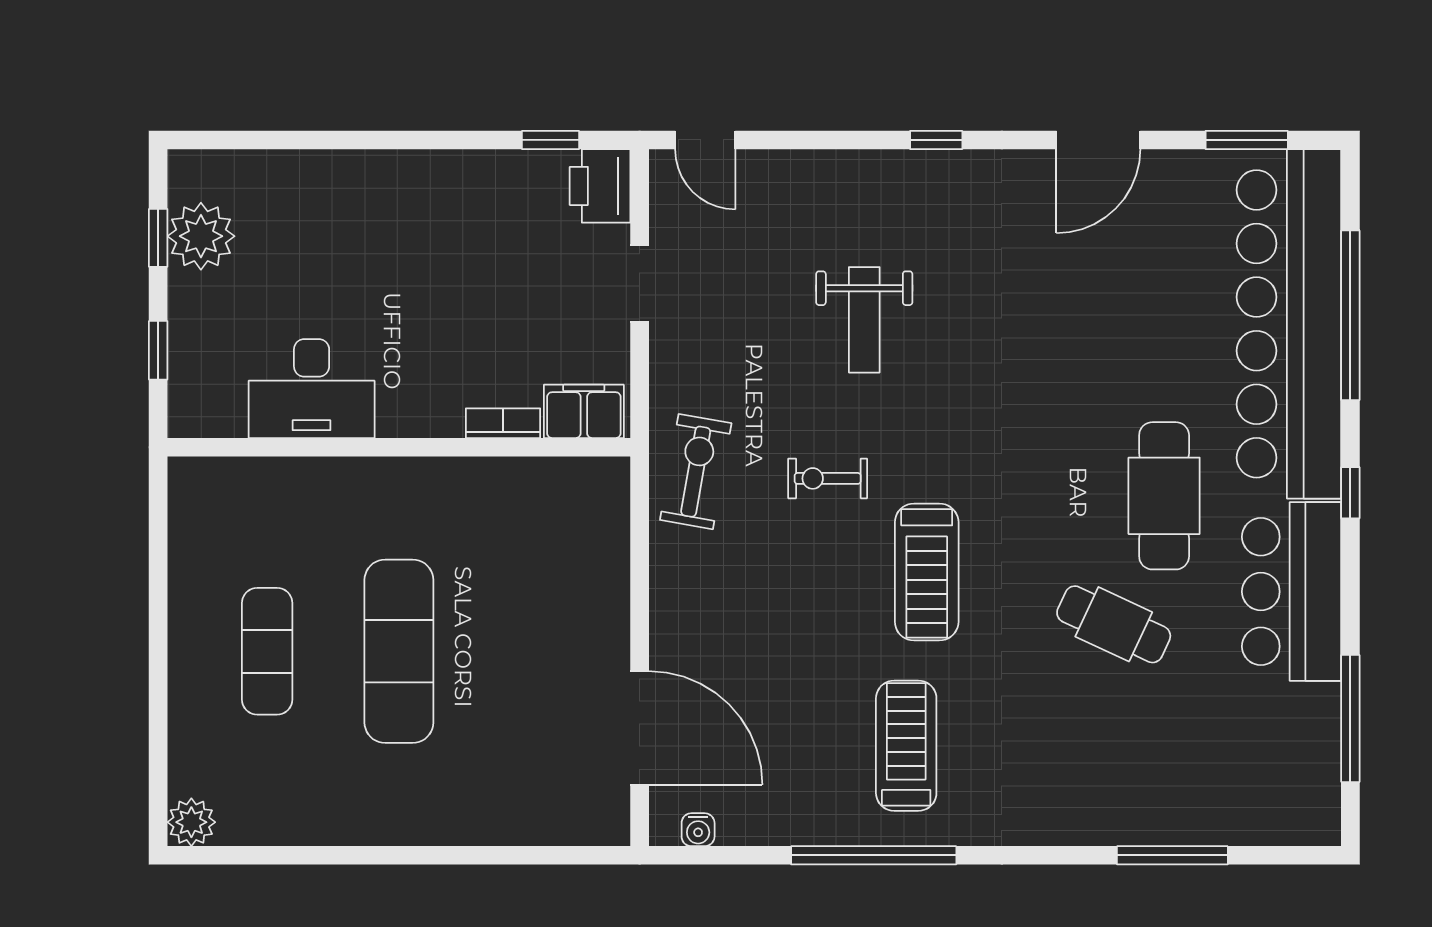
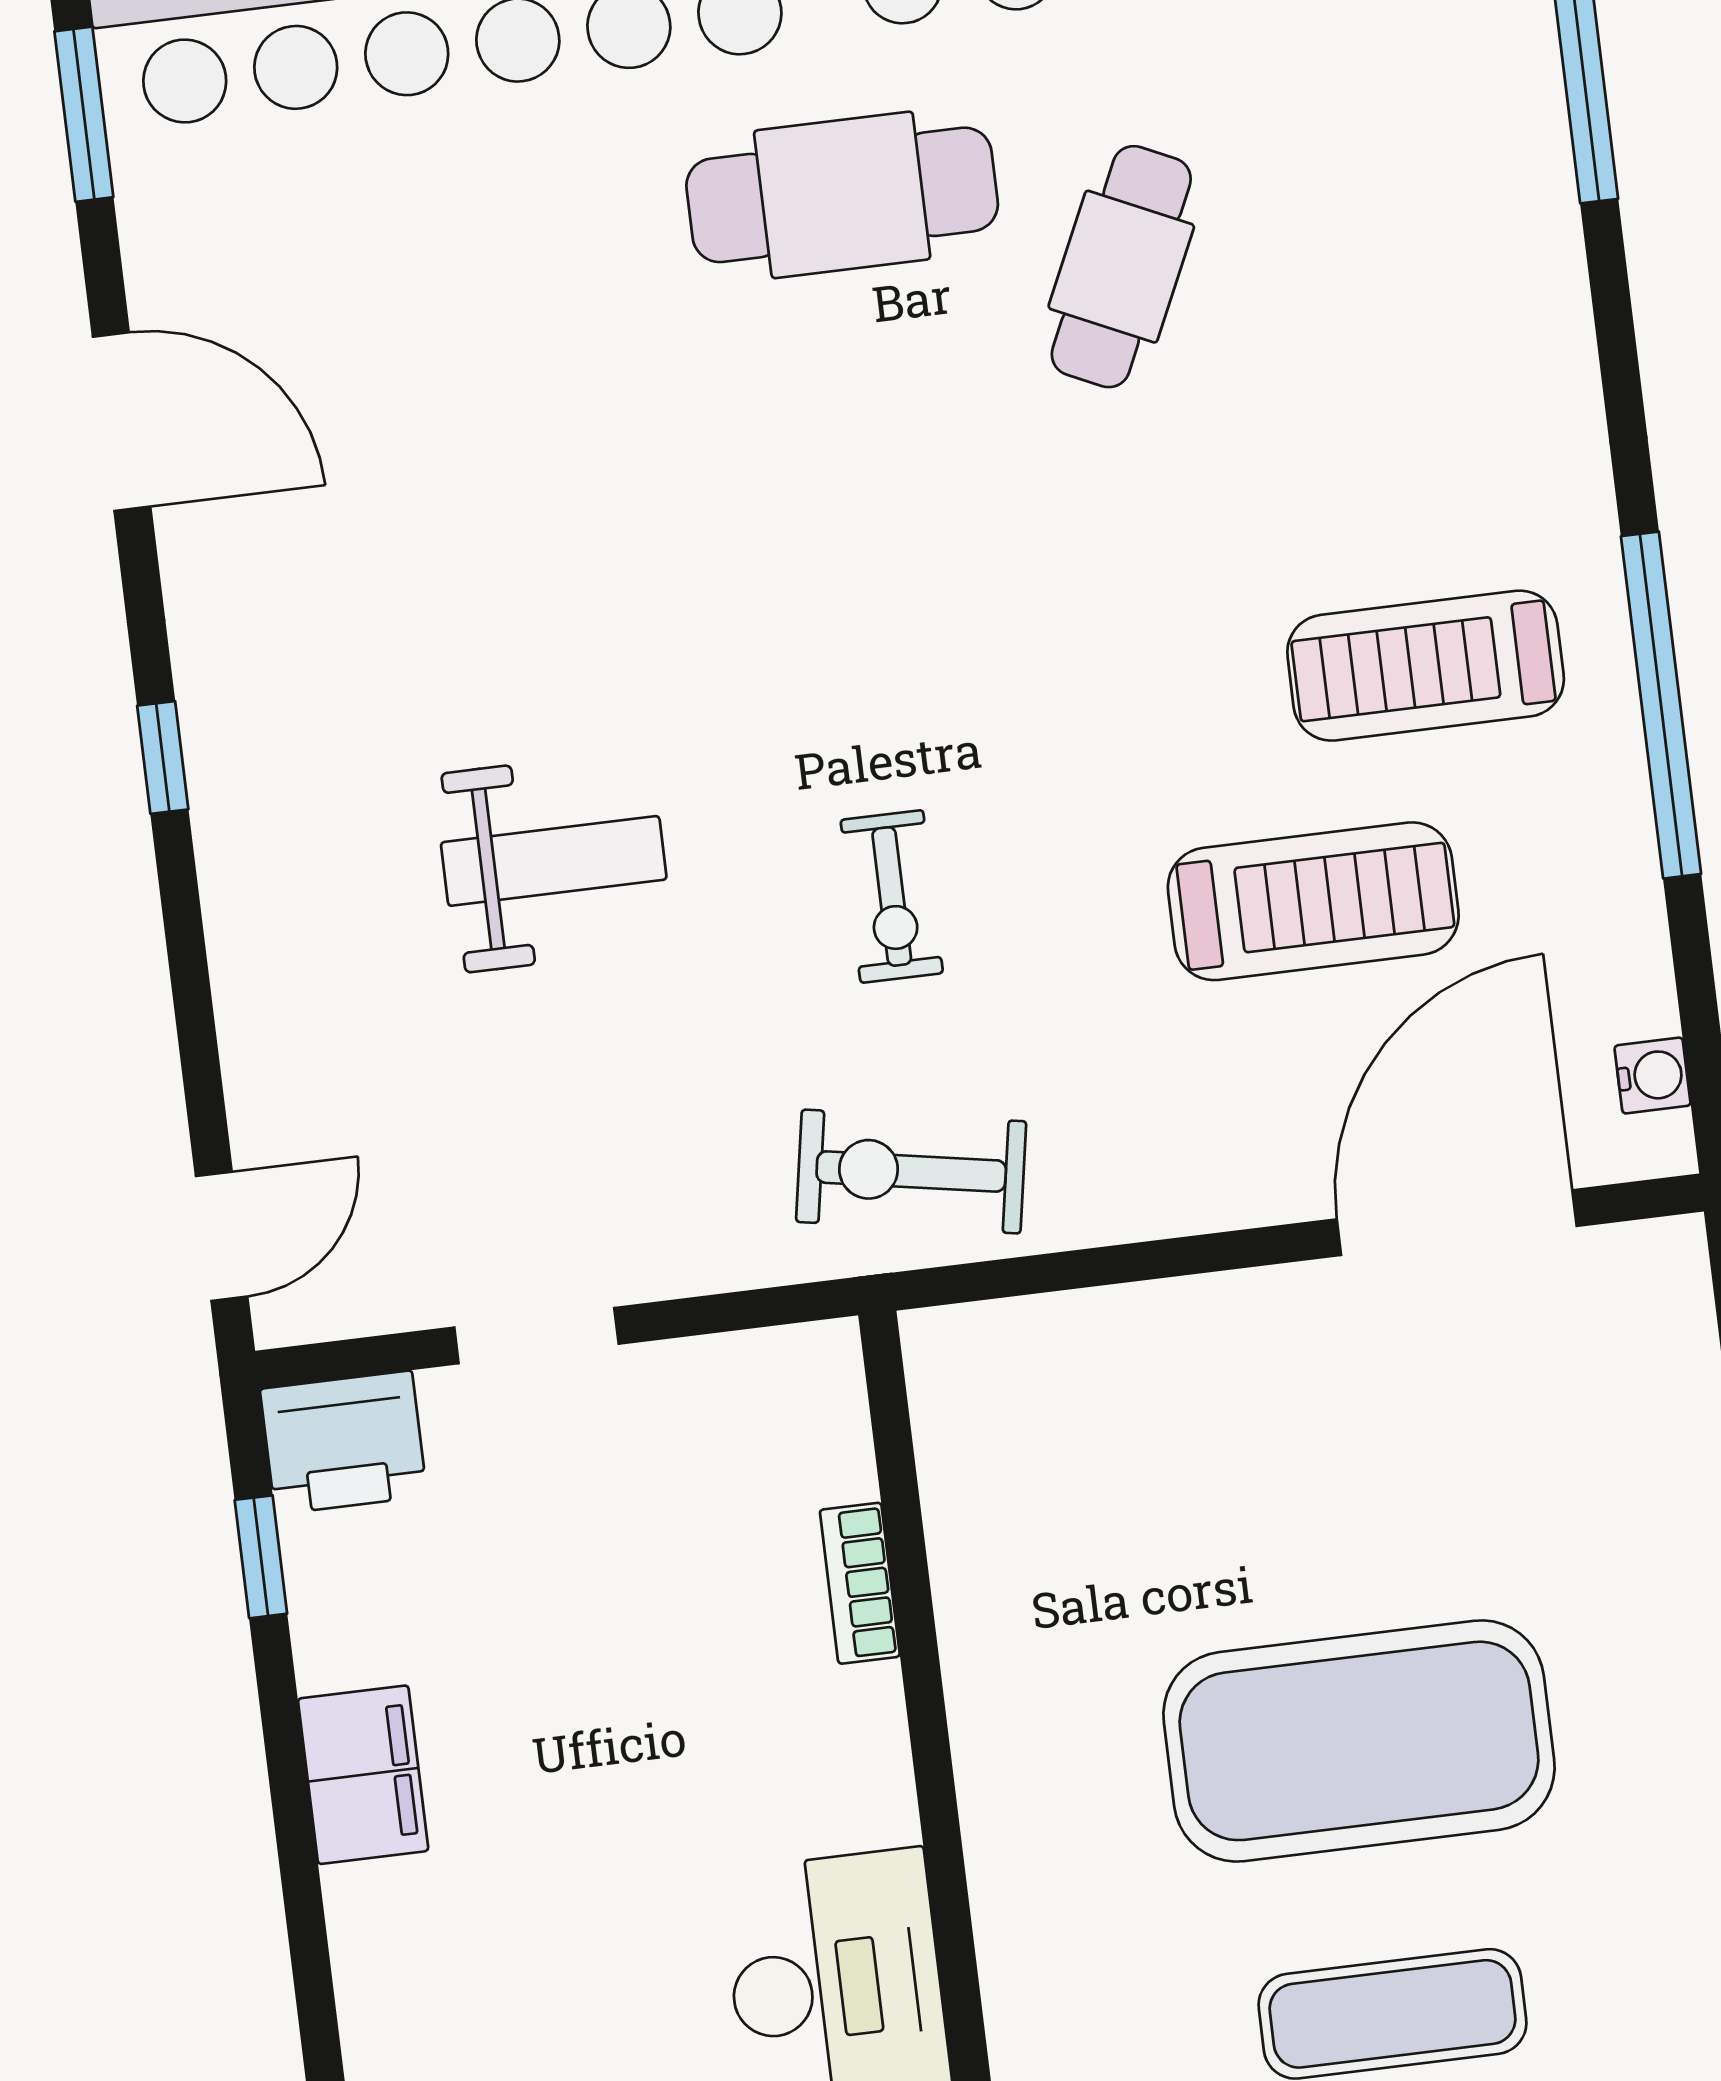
filing cabinet: (584, 411) -> (363, 1775), moved, turned 180
treadmill: (927, 572) -> (1313, 901), moved
exercise mat: (399, 651) -> (1359, 1741), width x1.47

